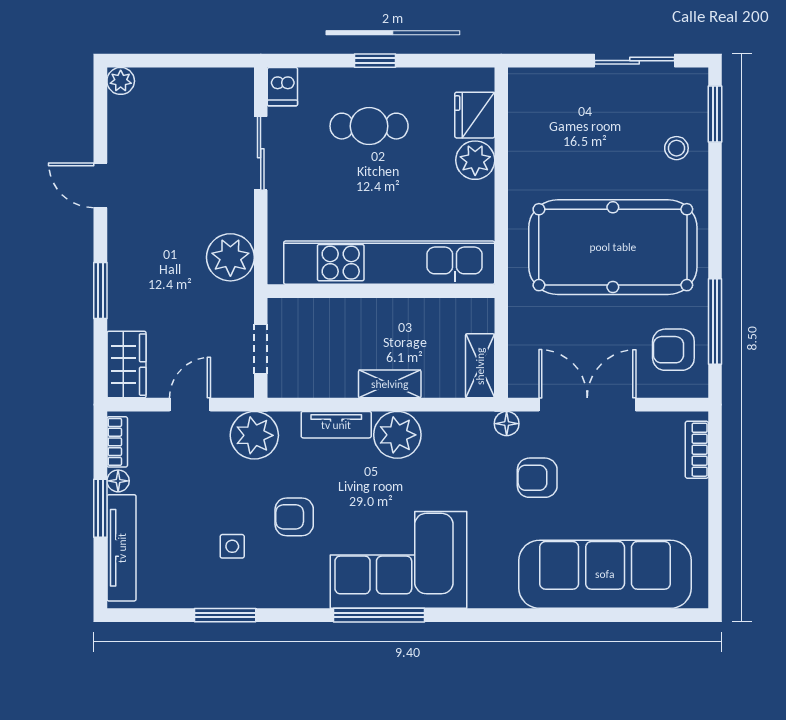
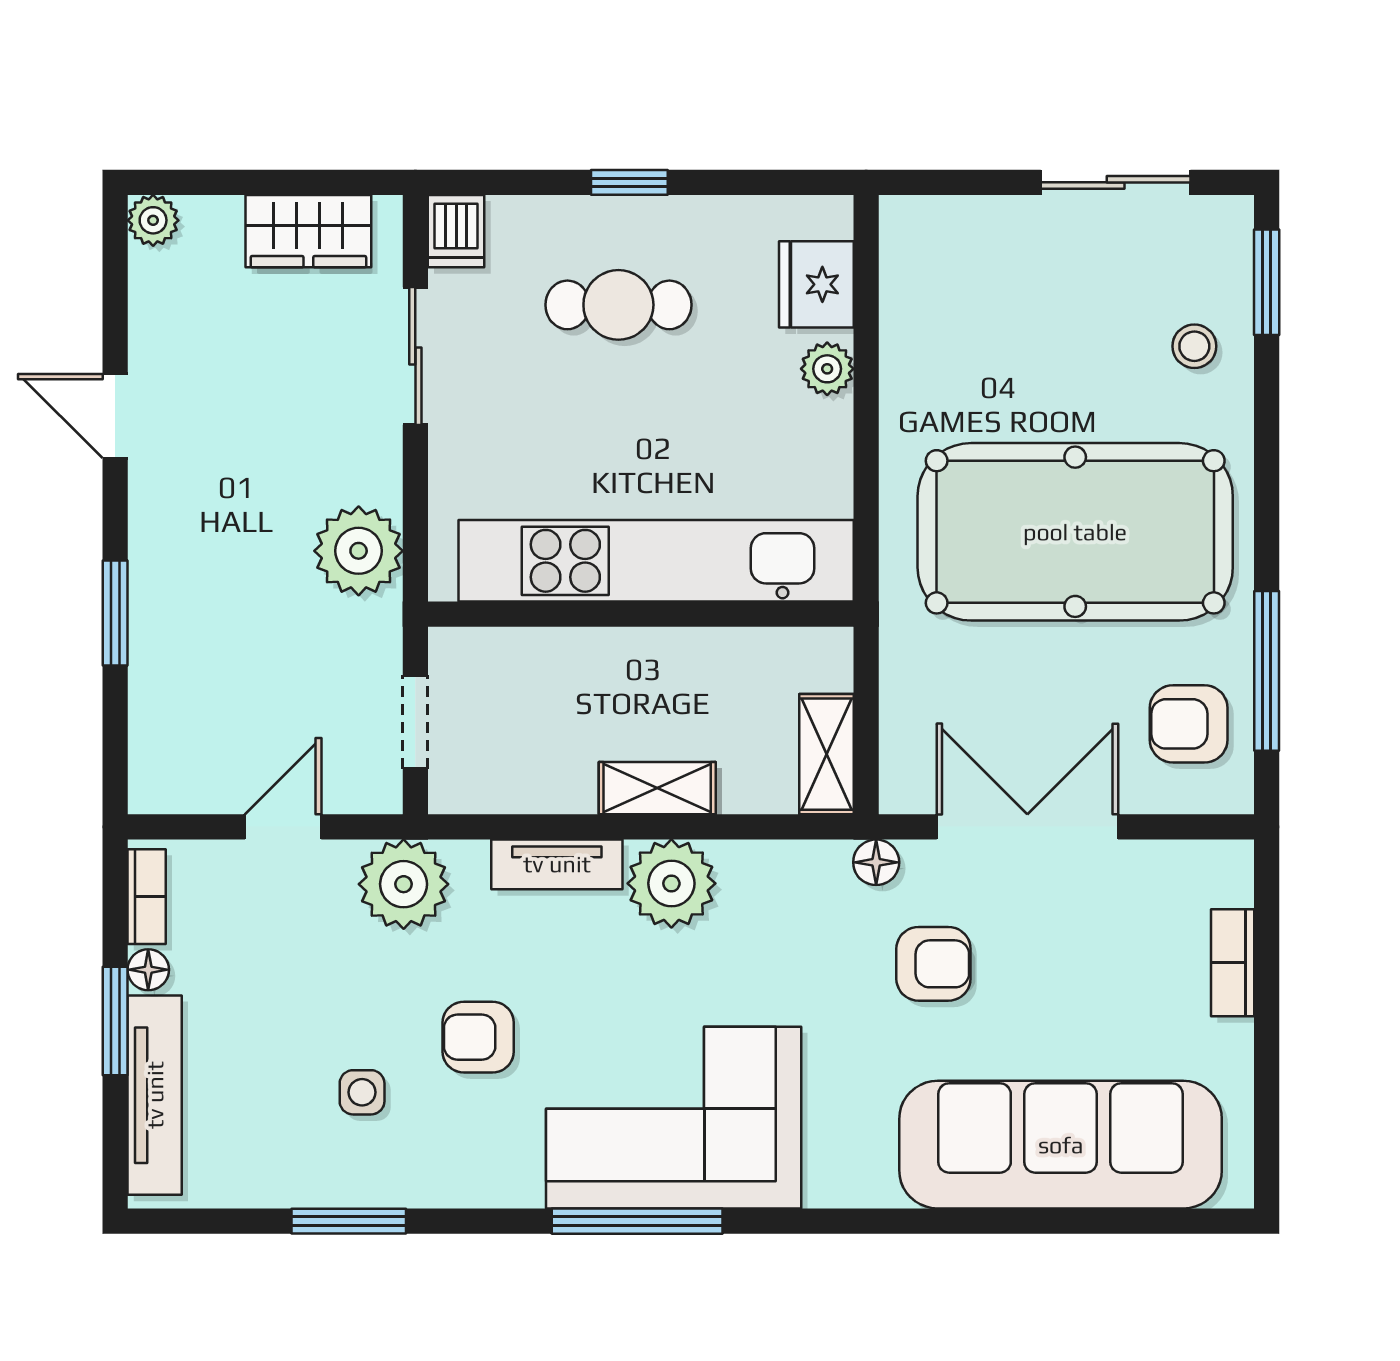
plant: (475, 160) -> (827, 369), width x0.73, depth x0.73
wardrobe: (126, 365) -> (308, 231), moved, turned 90
bookcase: (697, 450) -> (1233, 963), moved
armchair: (537, 478) -> (933, 964), turned 180

